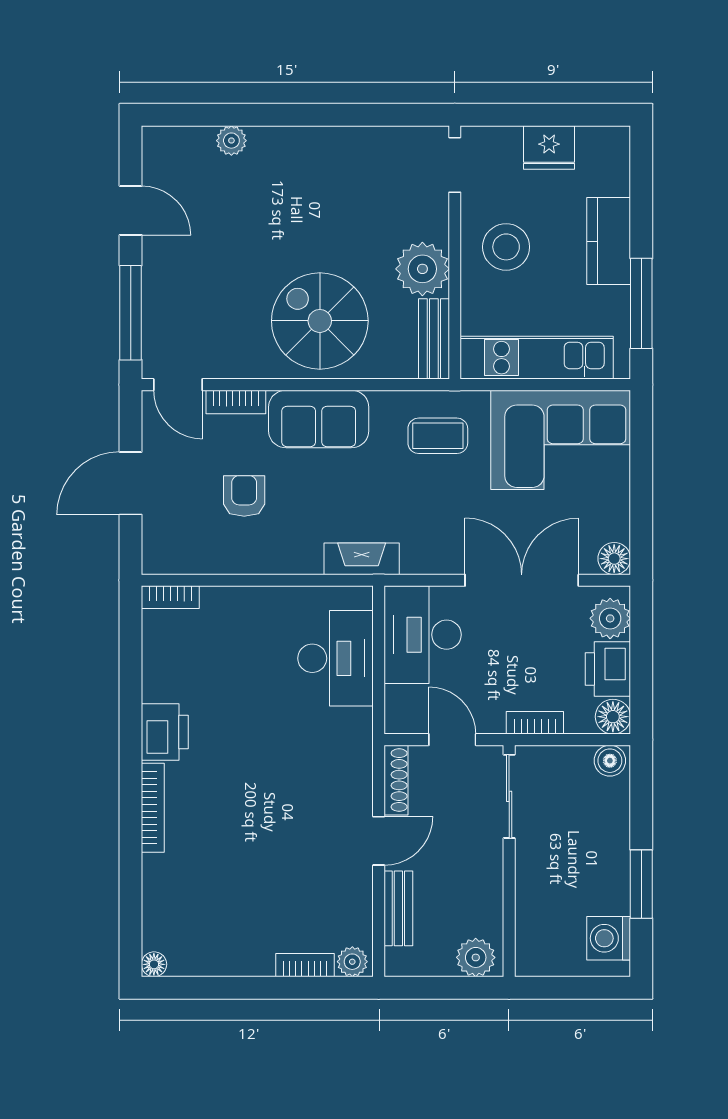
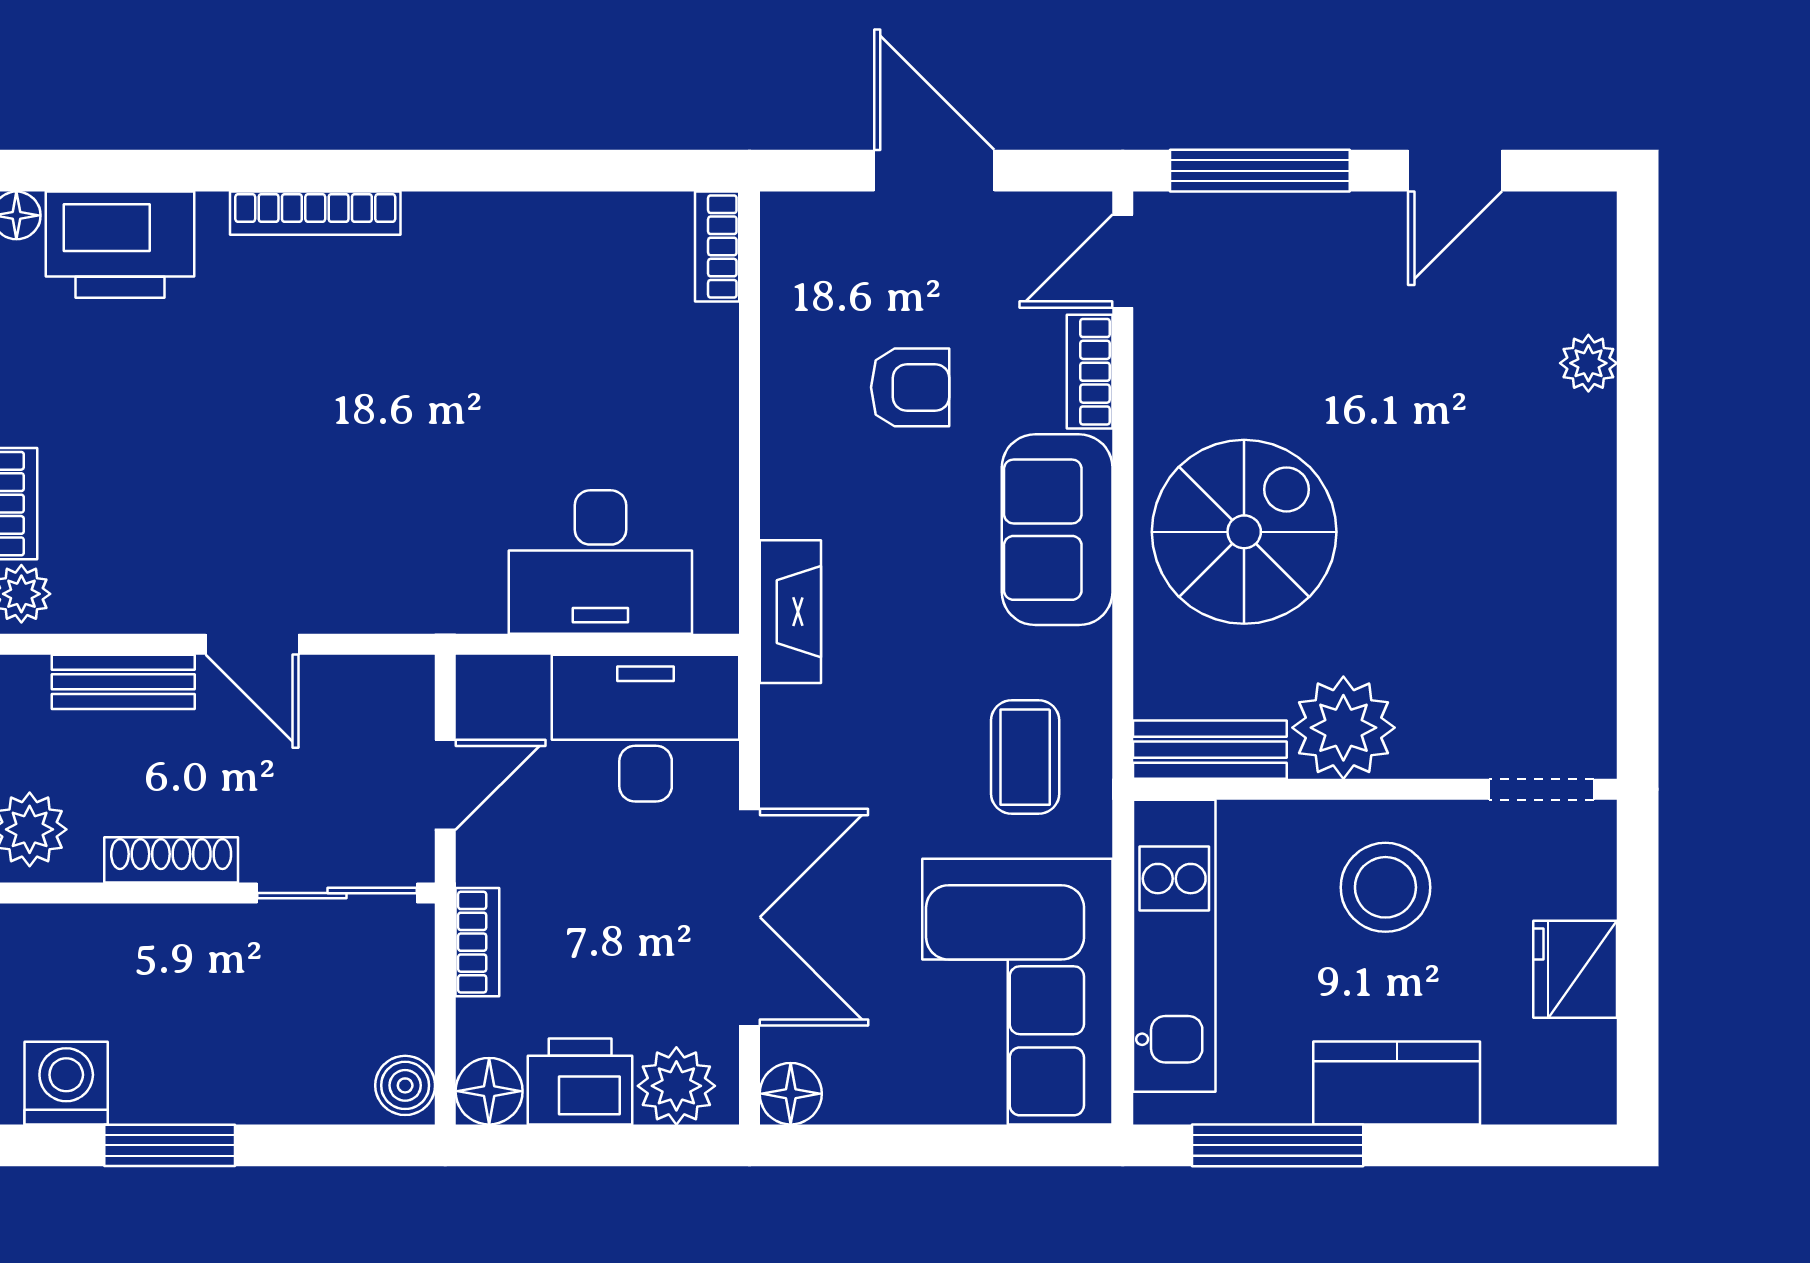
printer: (165, 732) -> (120, 245), moved, width x1.37, depth x1.19
shoe rack: (396, 780) -> (171, 860), moved, turned 180

